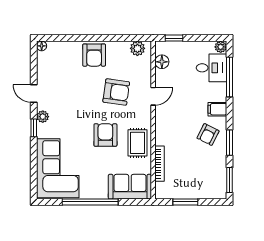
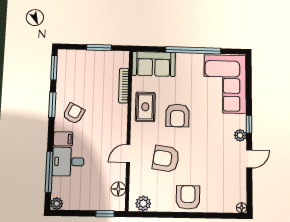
desk: (211, 68) -> (68, 162), moved
door: (34, 93) -> (249, 159), hinge flipped

